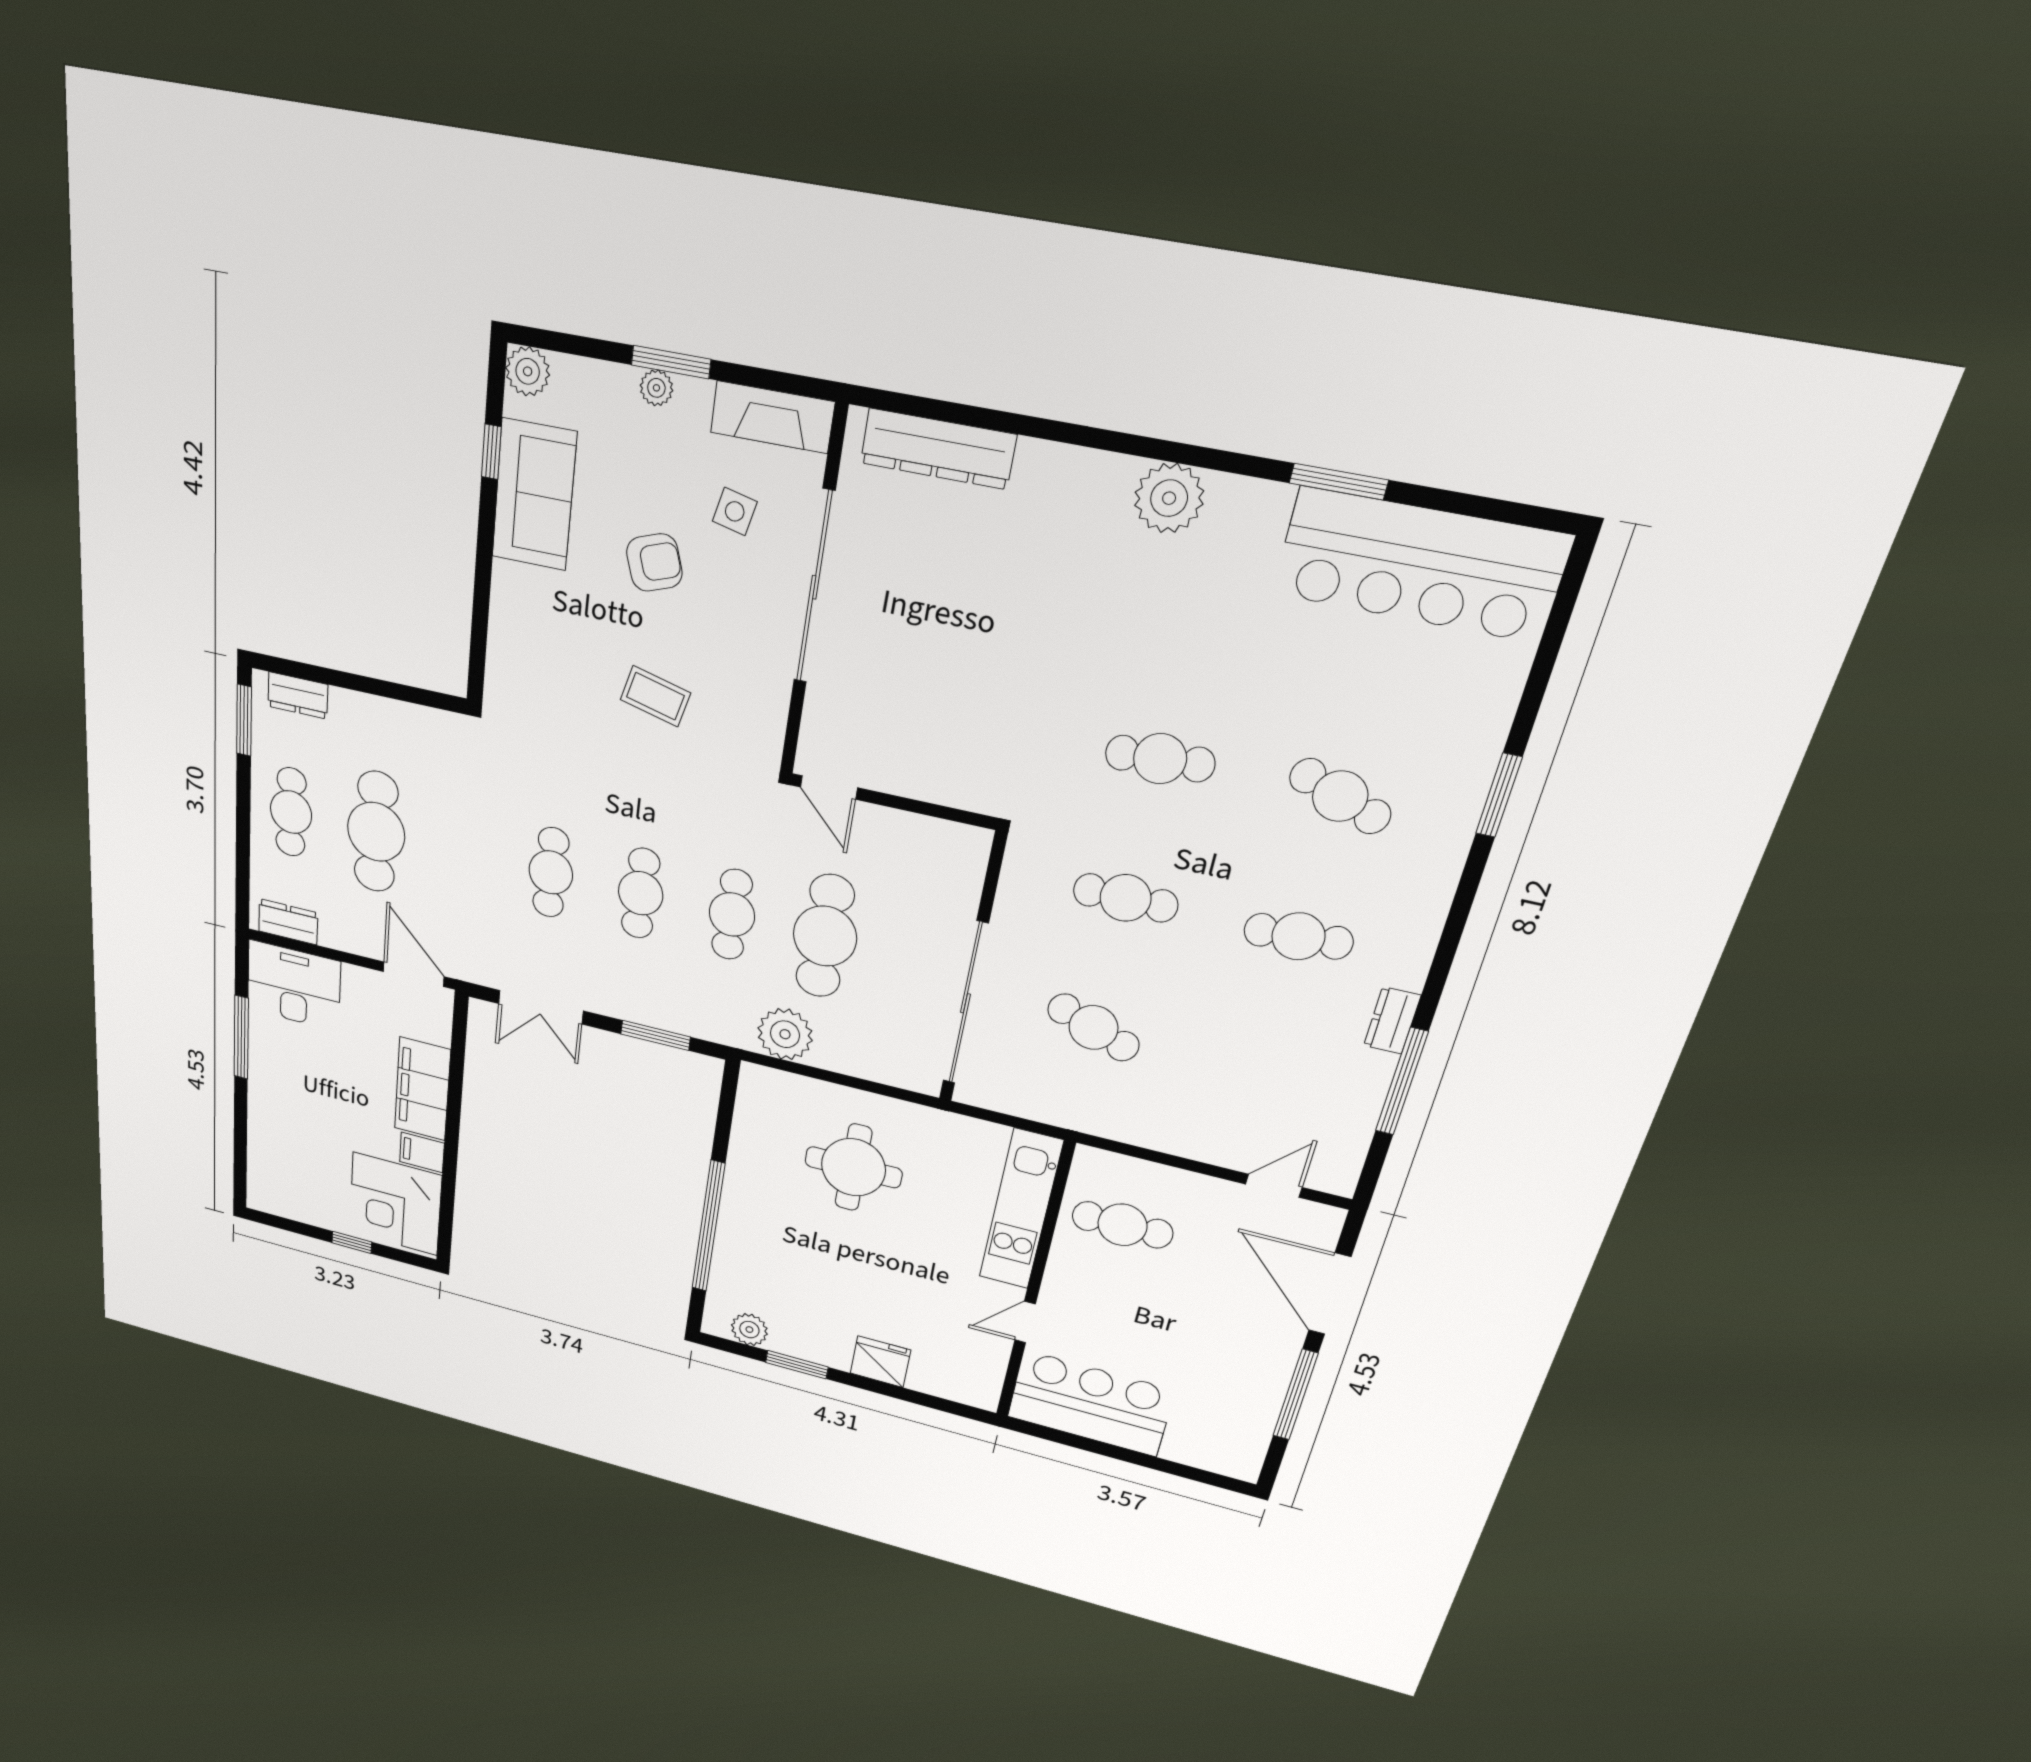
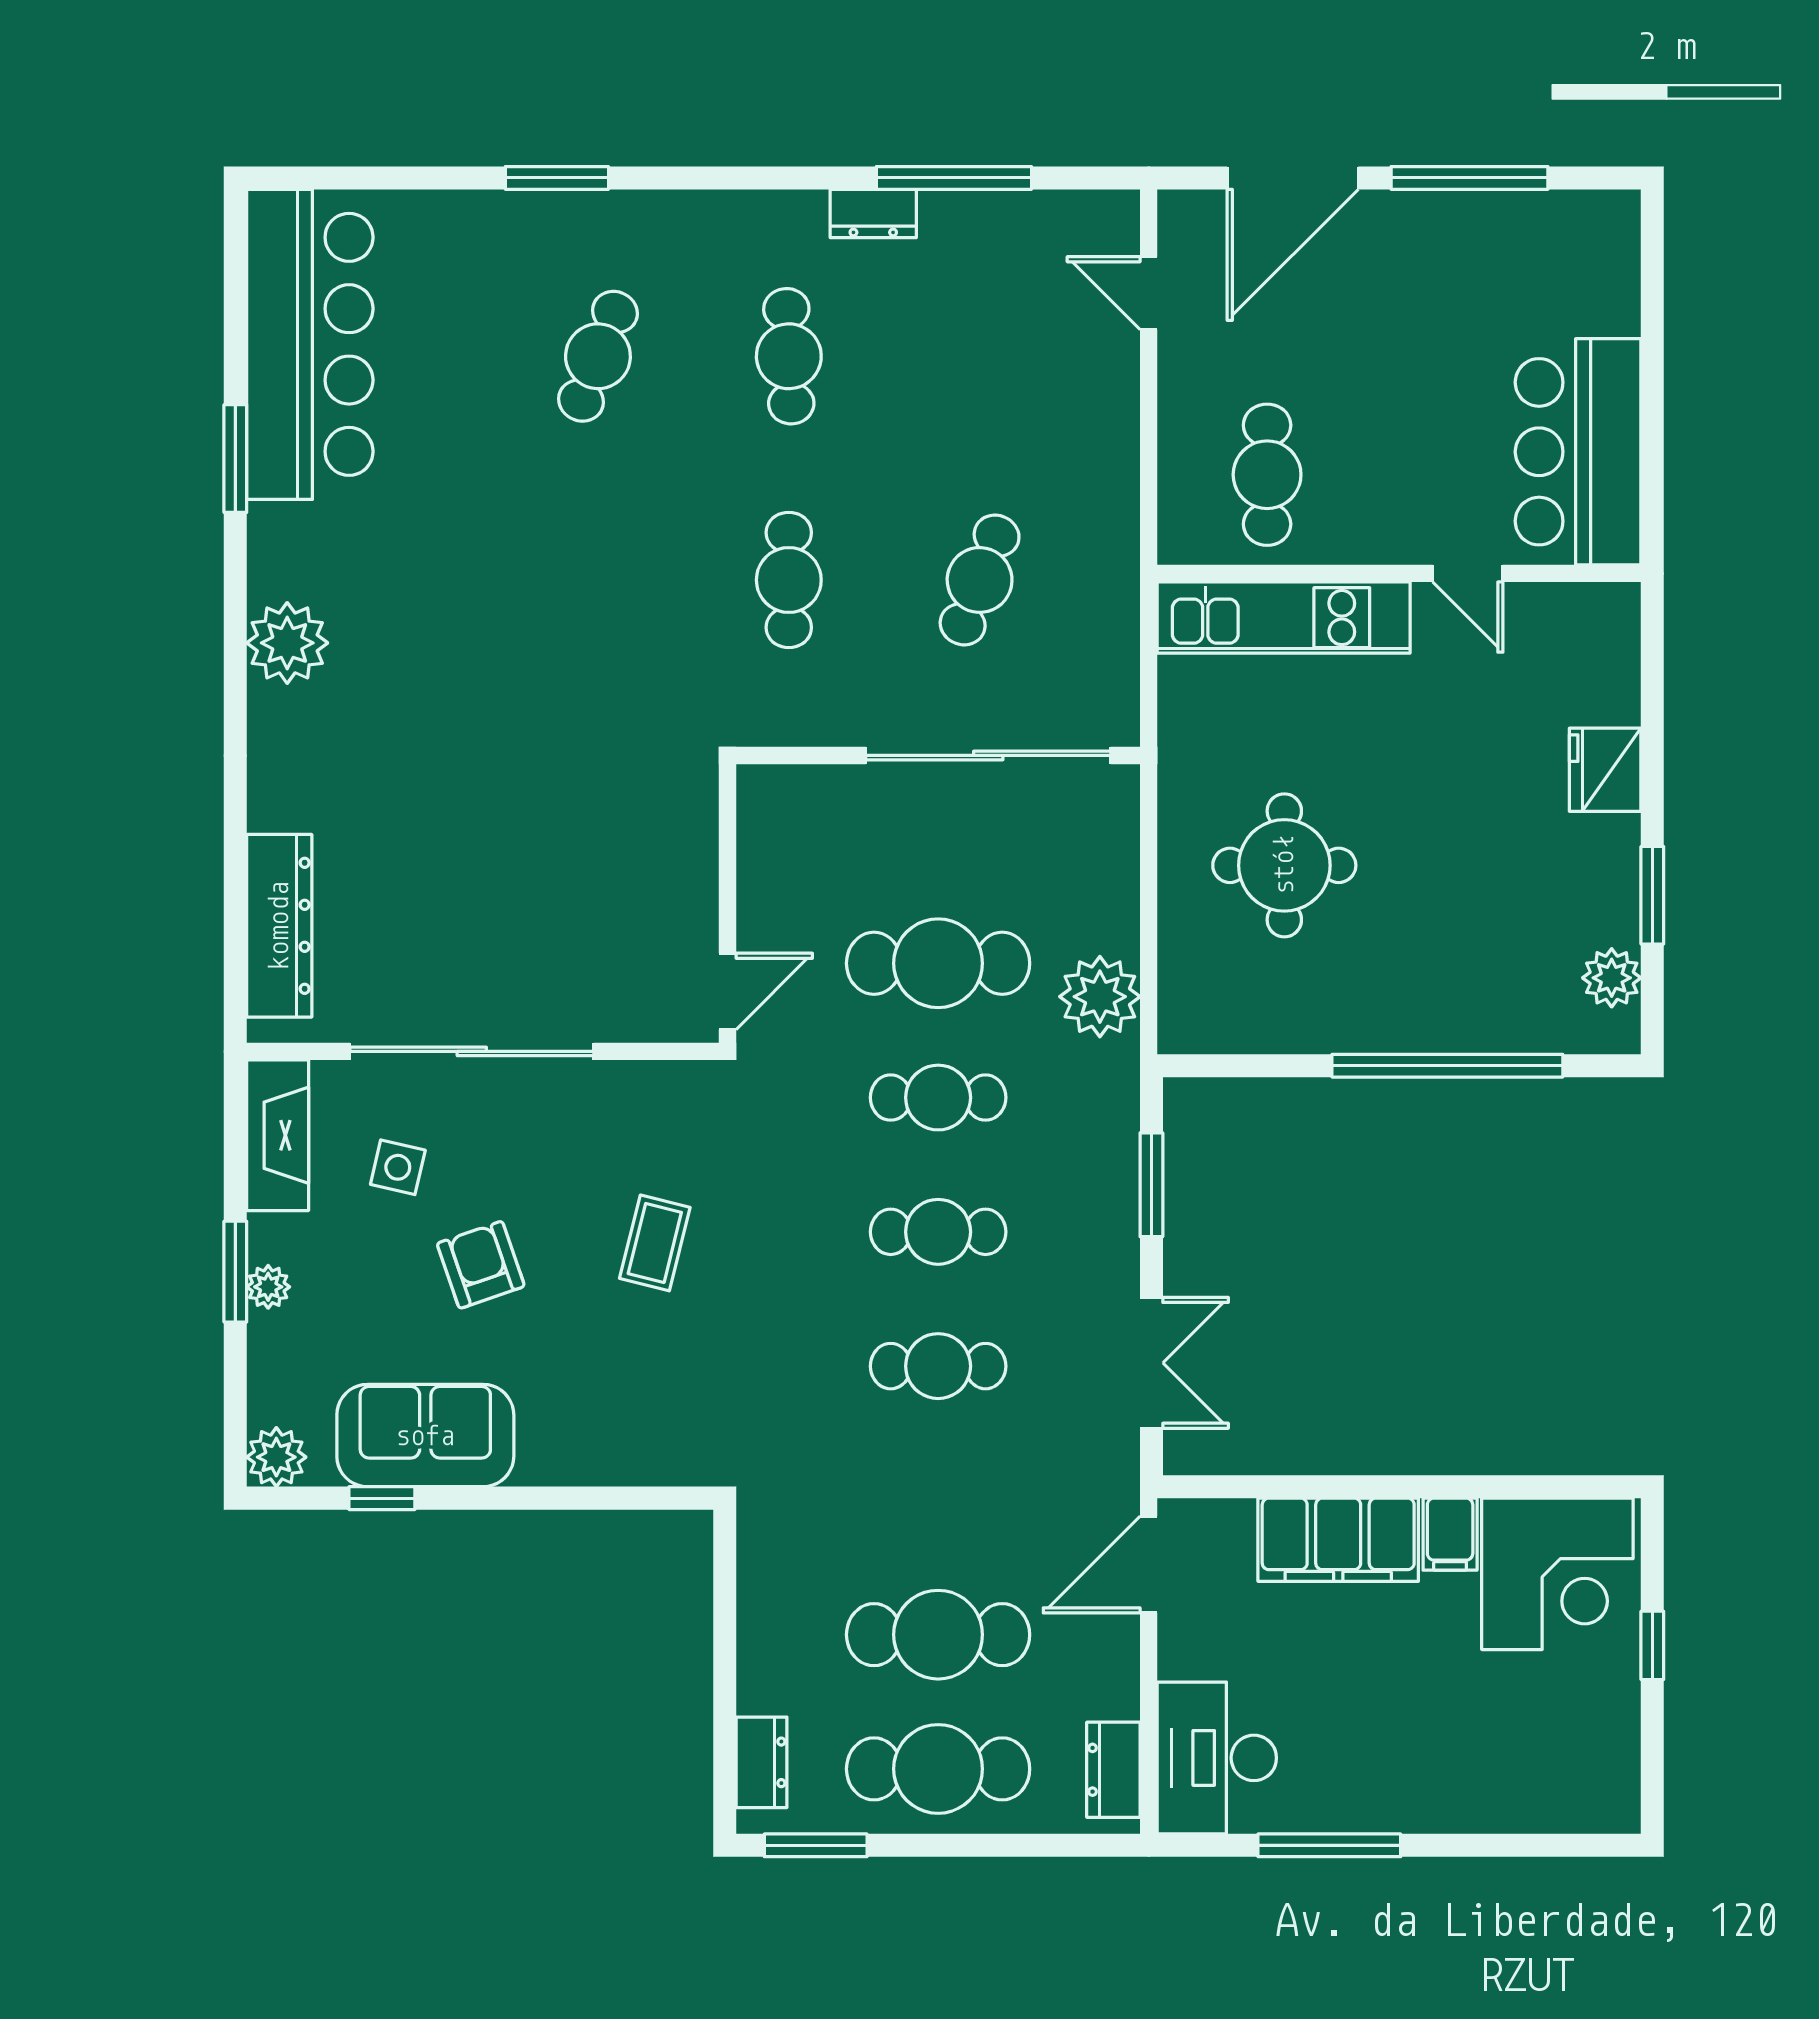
cafe table: (1160, 759) -> (598, 580), removed
cafe table: (291, 812) -> (938, 1769), width x1.37, depth x1.35

